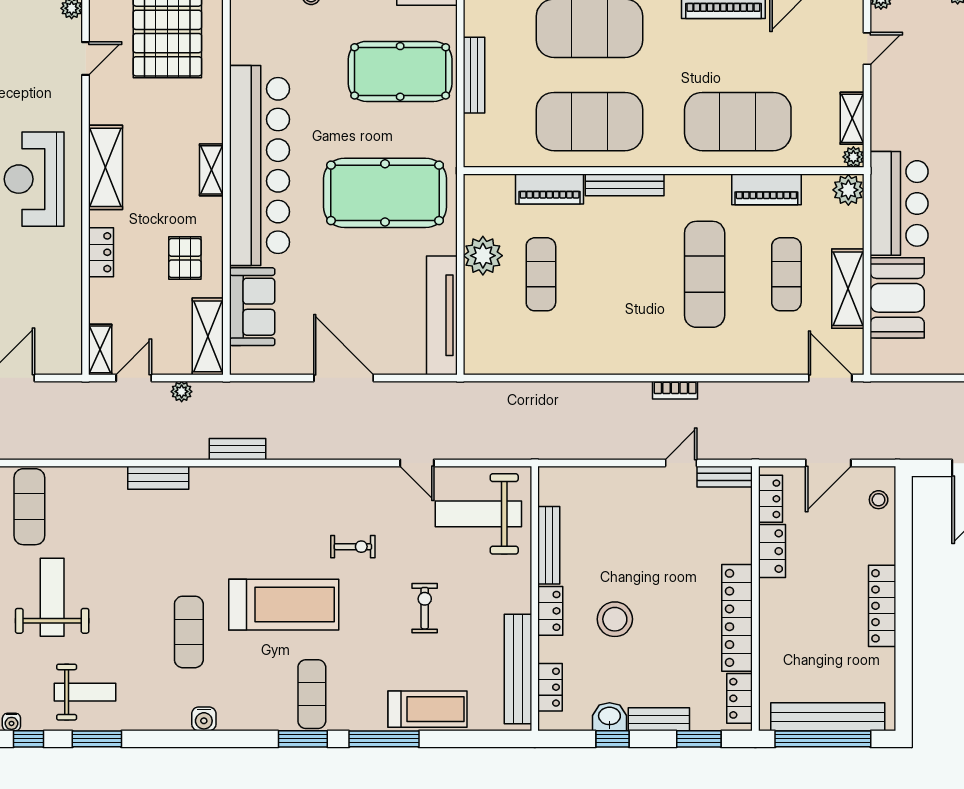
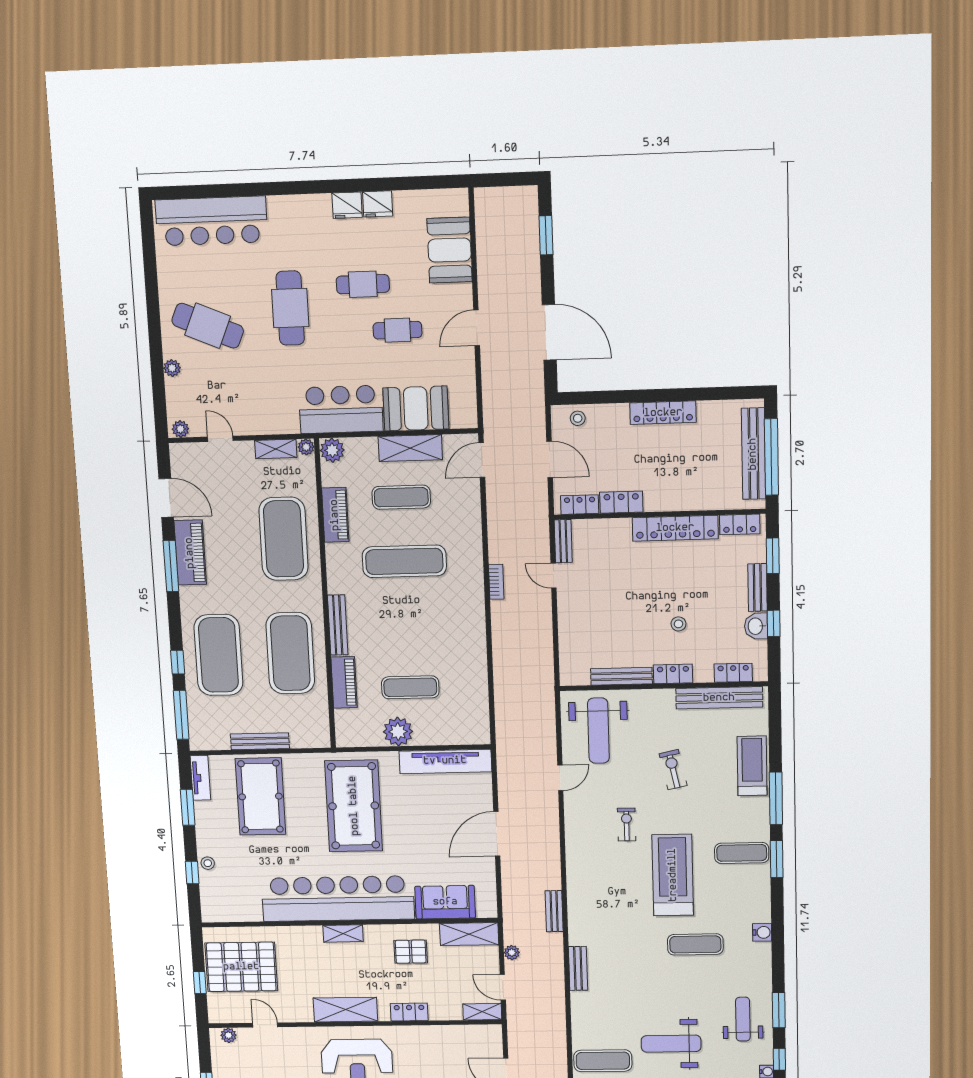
exercise bike: (425, 608) -> (673, 770), turned 78
stool: (615, 619) -> (678, 624), width x0.53, depth x0.53

